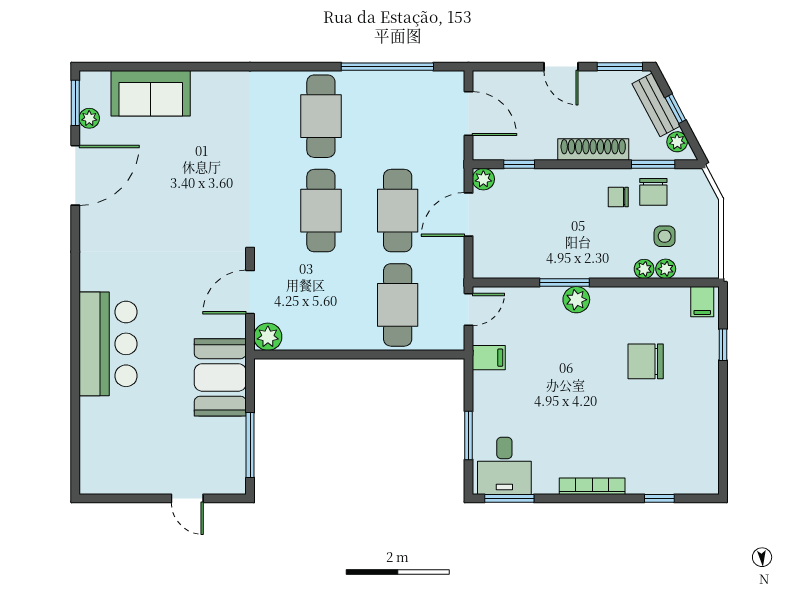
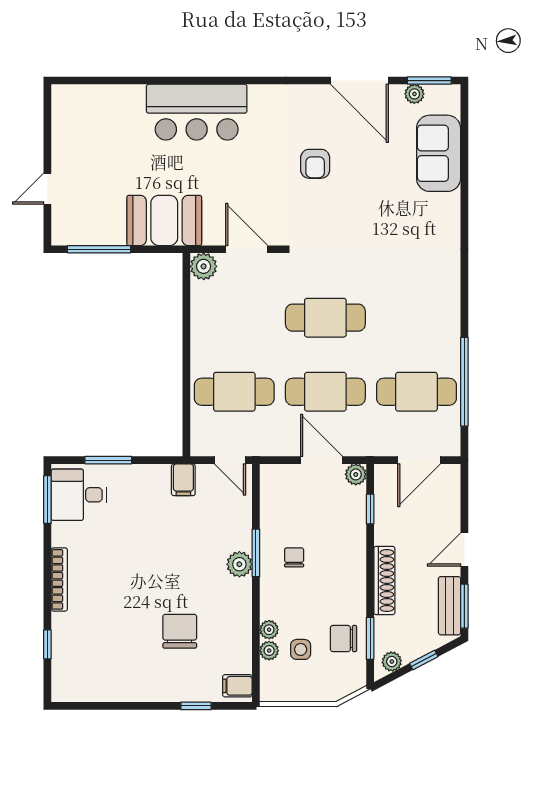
bench: (656, 105) -> (450, 606), moved, turned -62
cafe table: (321, 116) -> (416, 392), moved
chair: (618, 197) -> (294, 557), moved
armchair: (162, 221) -> (315, 164), added

